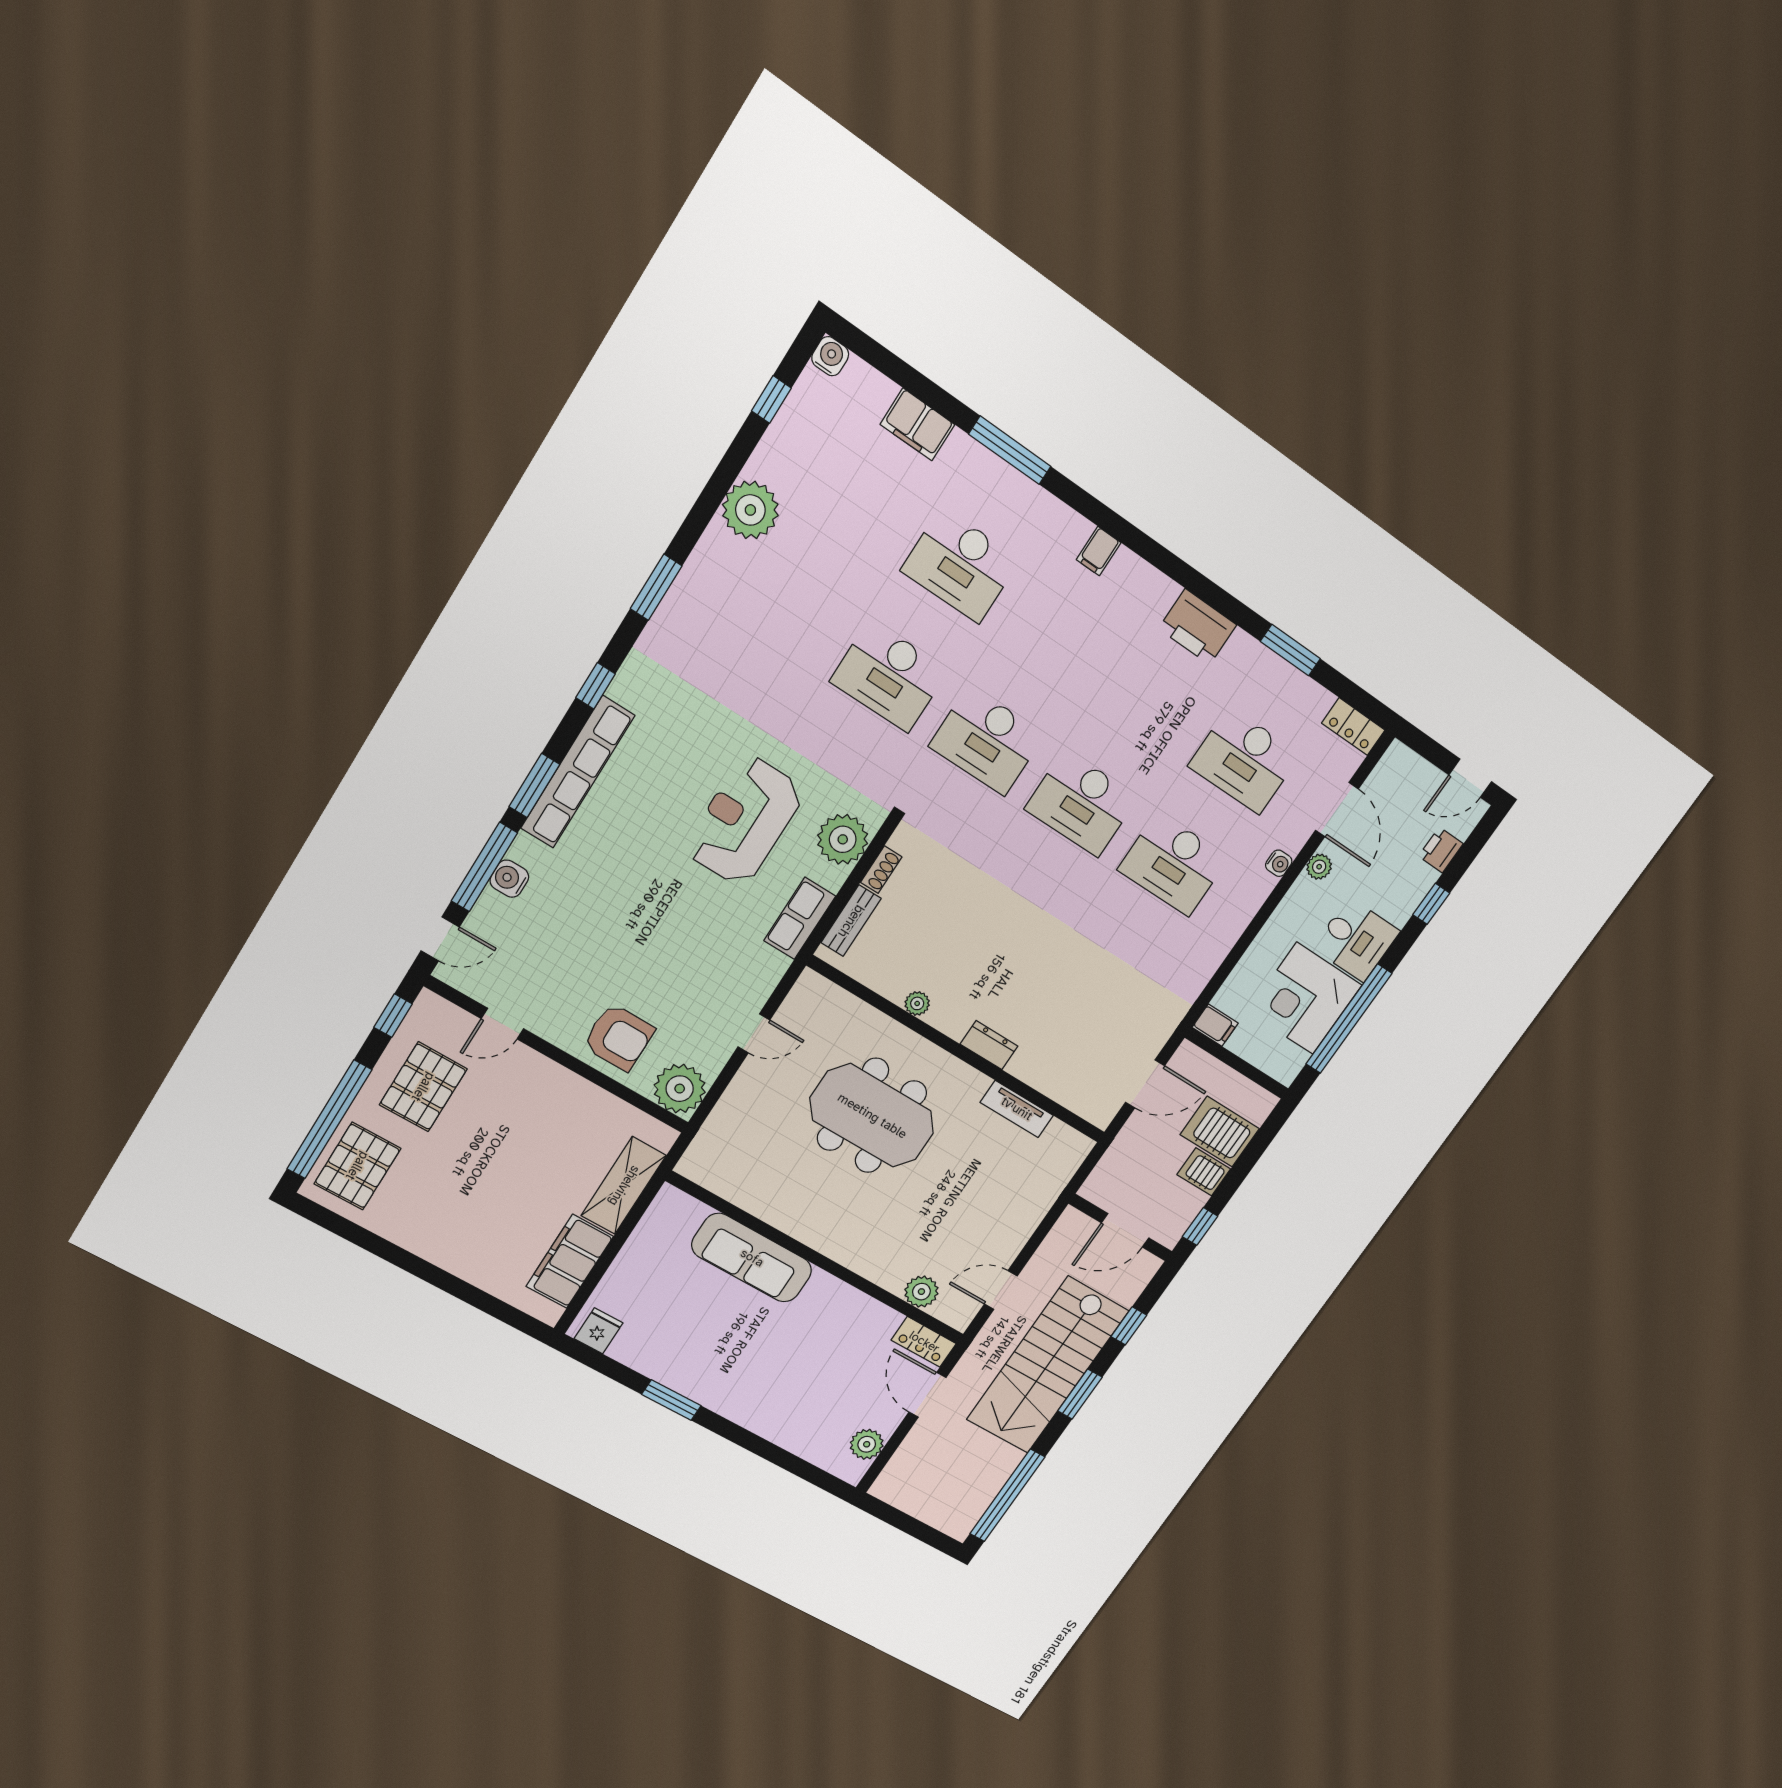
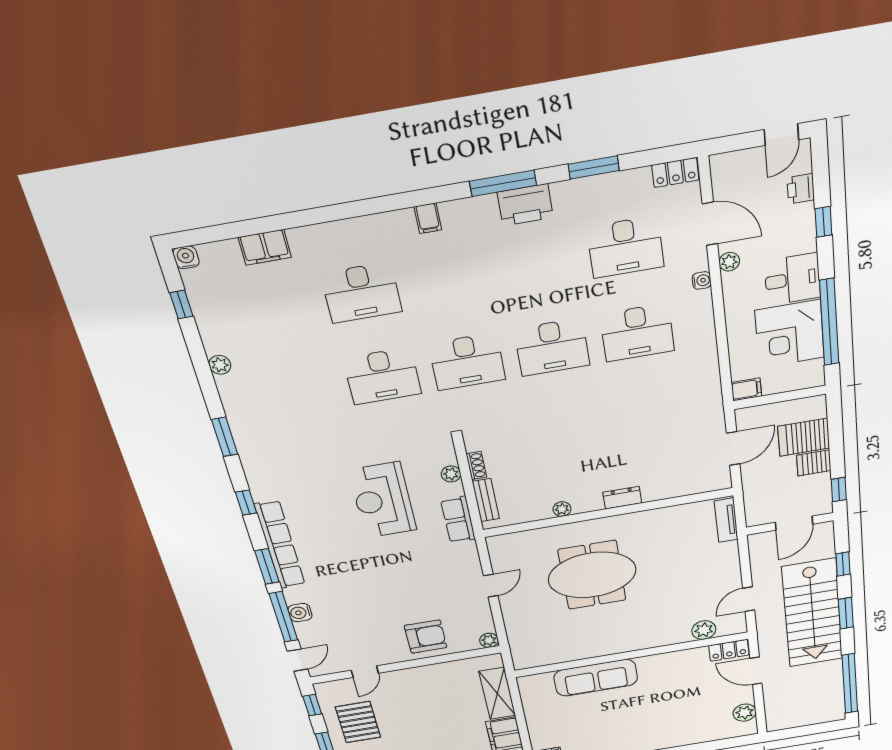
window: (1010, 450) -> (503, 183), moved
plant: (750, 510) -> (220, 365), width x0.53, depth x0.53
plant: (843, 839) -> (451, 474), width x0.53, depth x0.53
plant: (680, 1089) -> (489, 640), width x0.53, depth x0.53
tv unit: (1017, 1109) -> (726, 520), moved, turned 90

